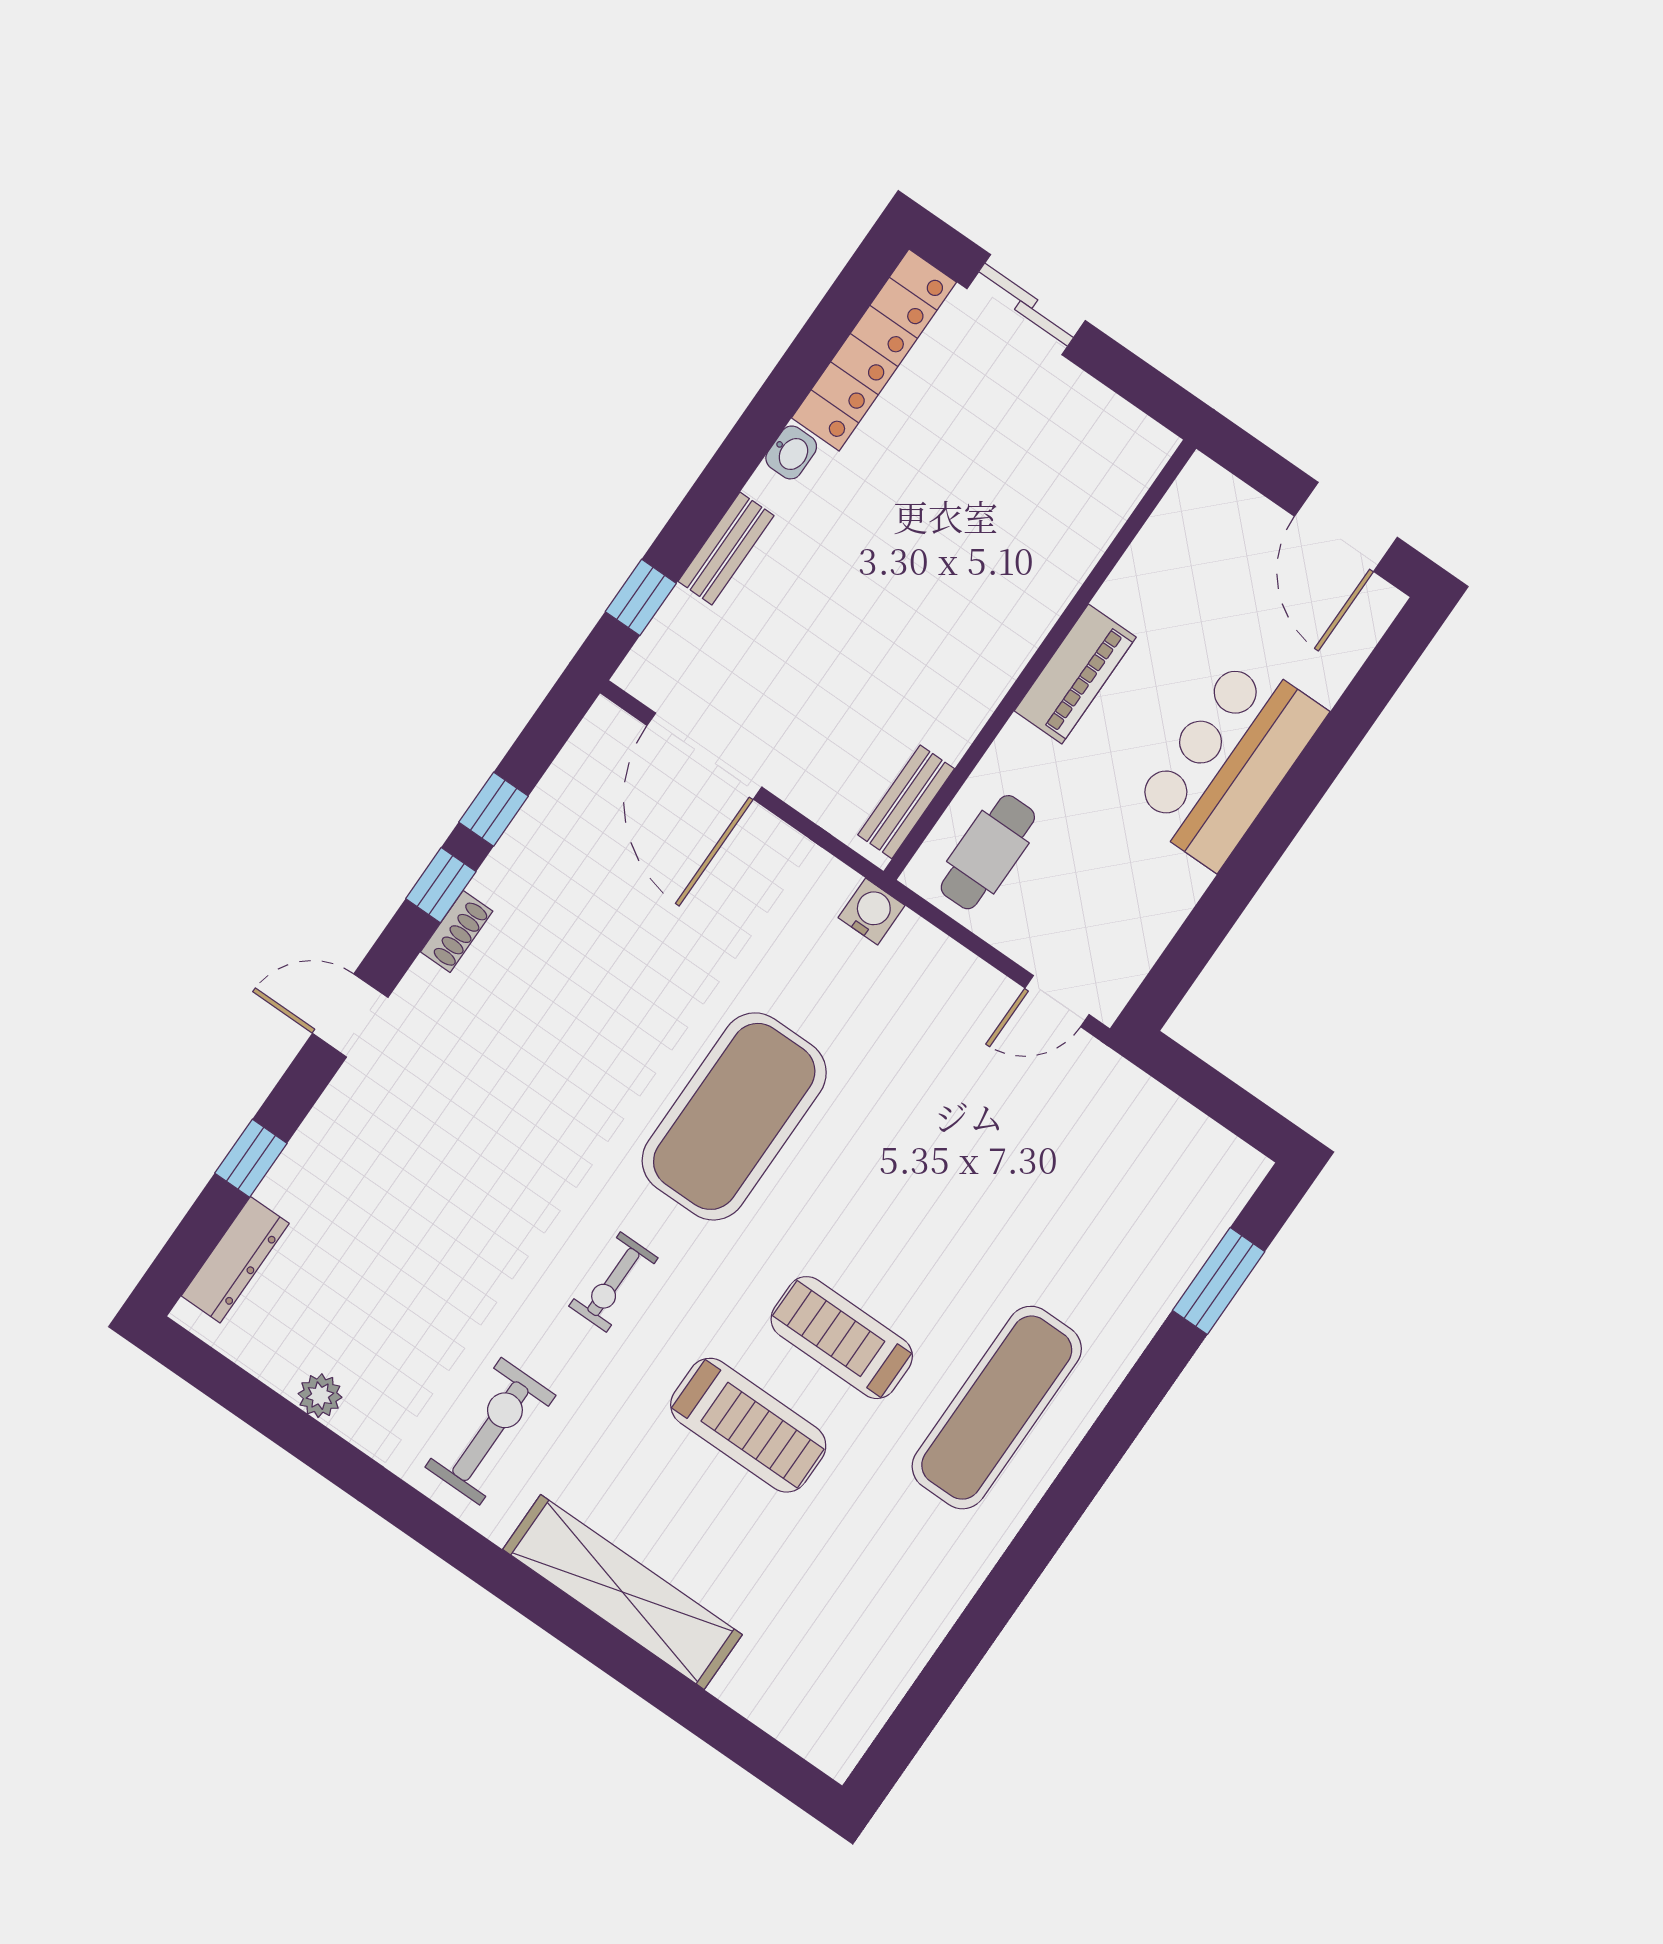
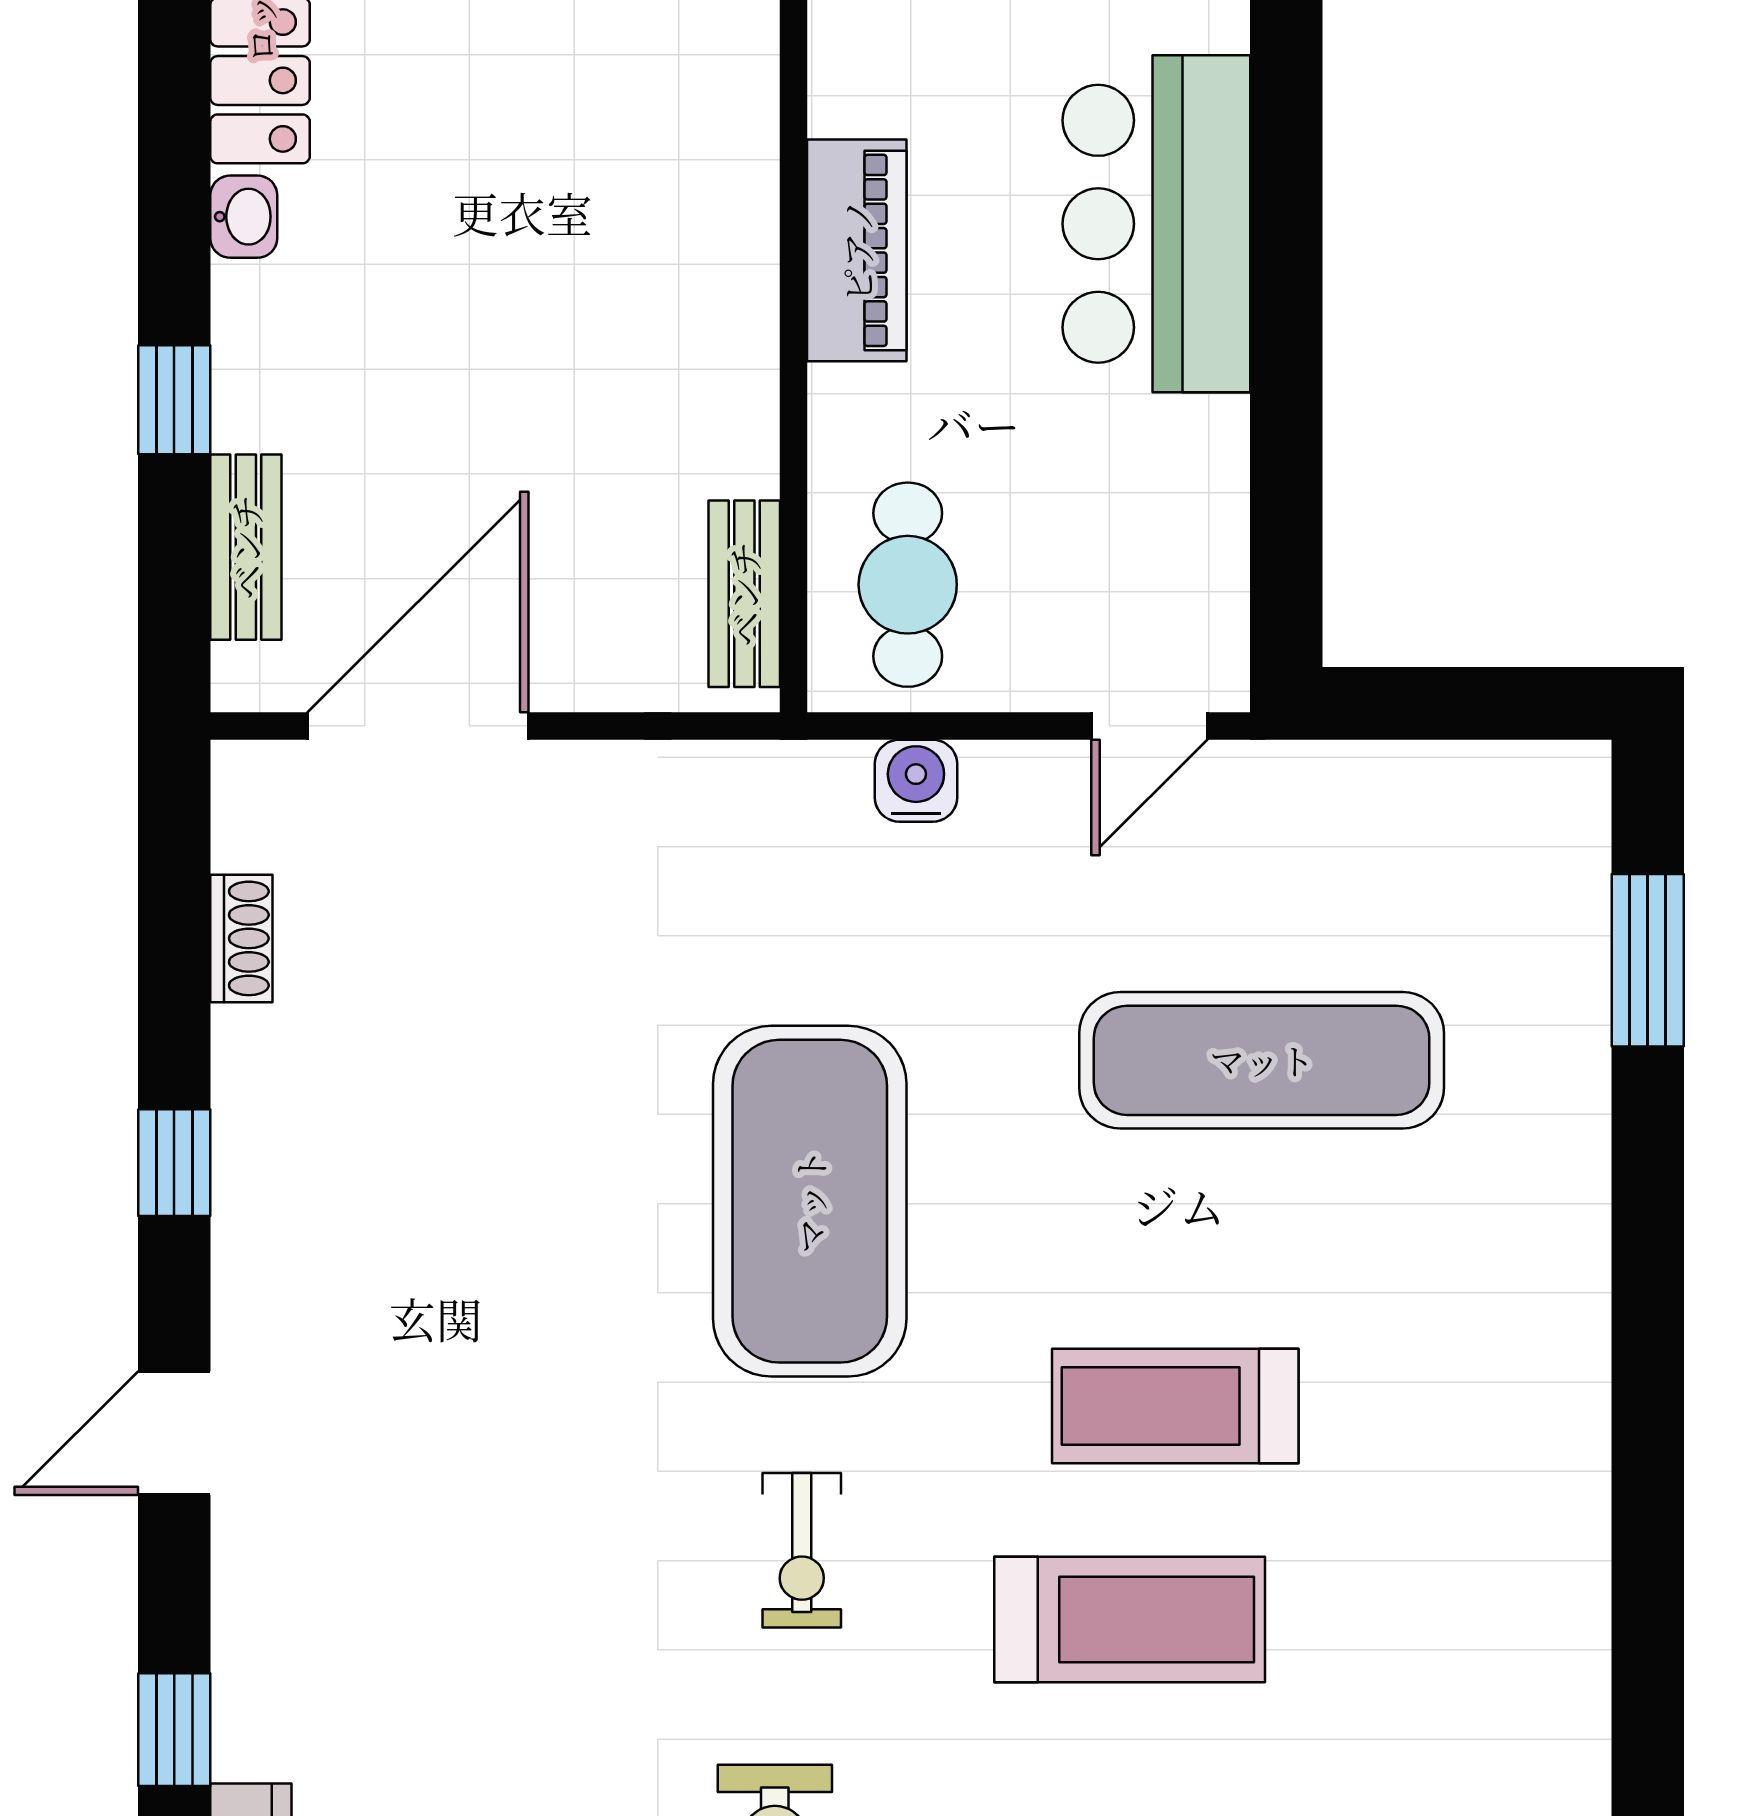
bench: (726, 548) -> (246, 547), moved
window: (641, 597) -> (174, 400), moved
door: (704, 756) -> (418, 726), swing flipped
window: (494, 809) -> (174, 1005), removed
water cooler: (872, 911) -> (916, 781), moved
shoe rack: (457, 931) -> (241, 938), moved
exercise mat: (997, 1408) -> (1262, 1060), moved, turned 90

